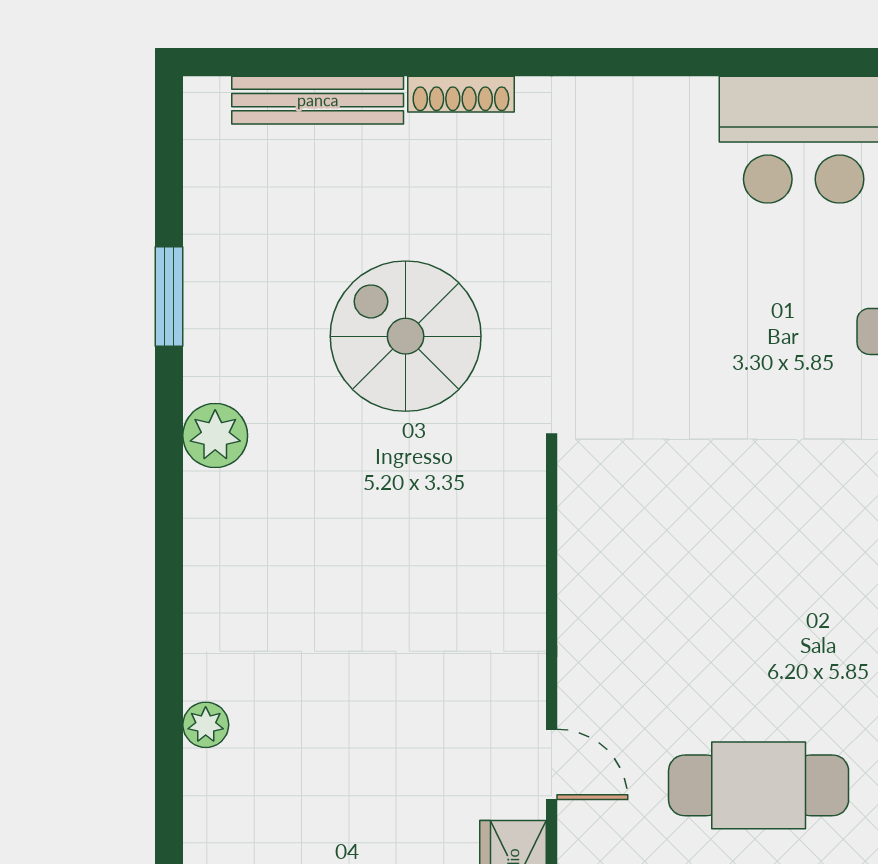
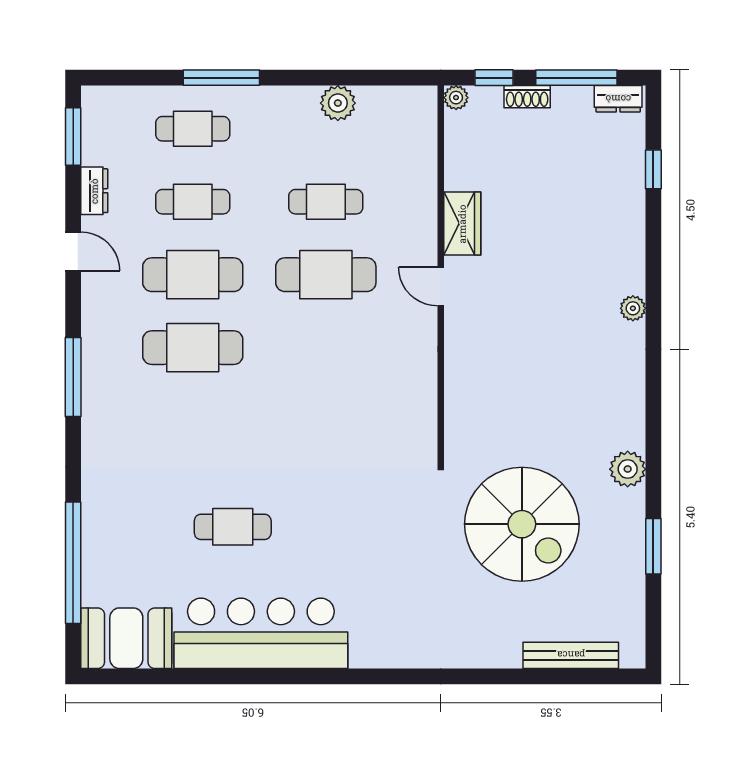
shoe rack: (461, 94) -> (491, 659), removed
spiral stairs: (406, 336) -> (522, 524), width x1.37, depth x1.37

